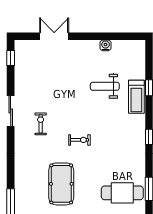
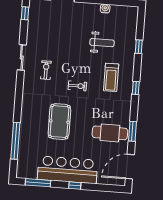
weight bench: (105, 86) -> (102, 43), turned 180
treadmill: (136, 97) -> (111, 77), moved

